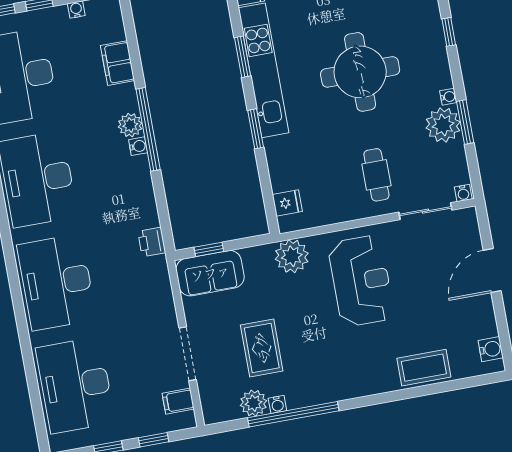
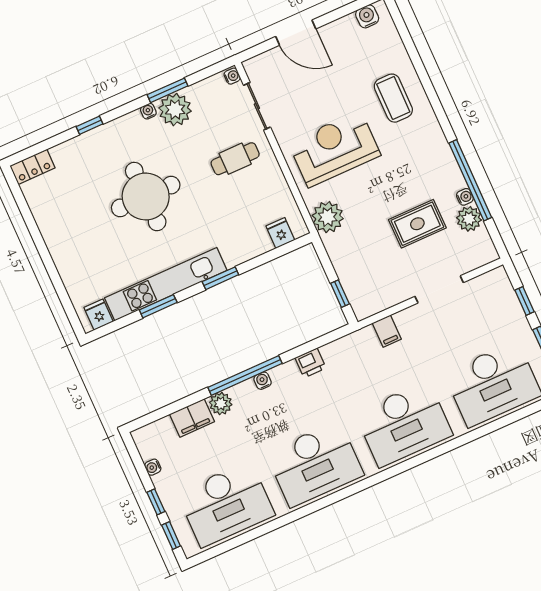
plant: (130, 125) -> (221, 404), moved
printer: (152, 242) -> (310, 363), moved
sofa: (210, 273) -> (361, 287), removed
coffee table: (424, 368) -> (393, 98), moved
filing cabinet: (178, 401) -> (387, 331), moved

